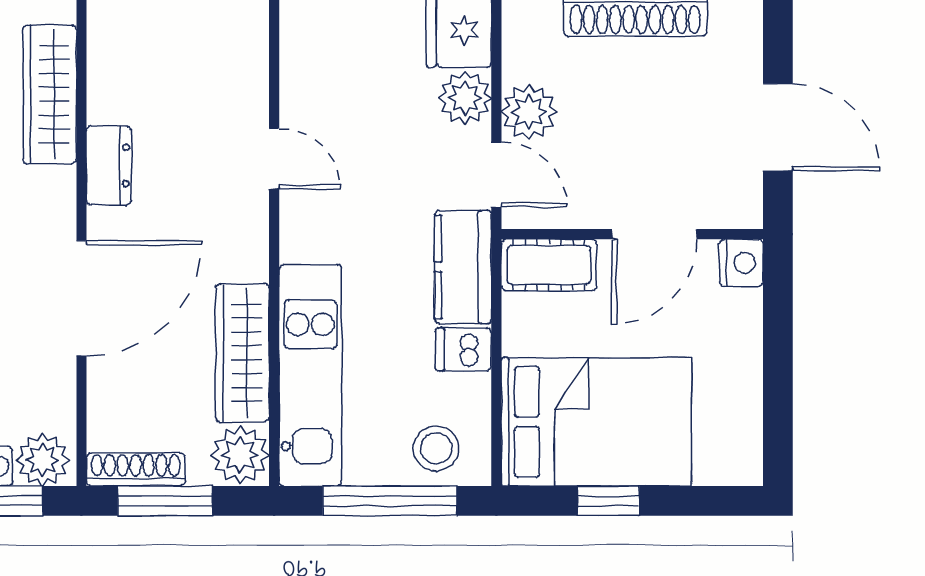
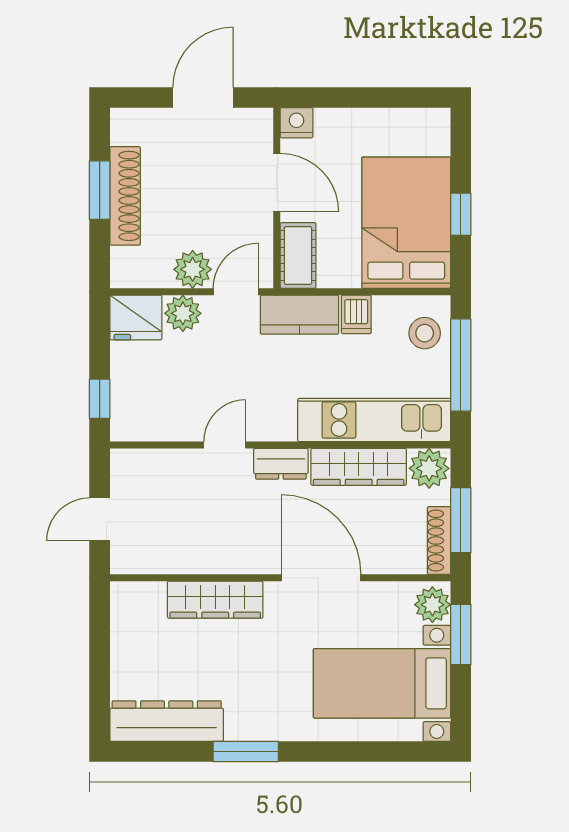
wardrobe: (50, 94) -> (215, 600), moved
dresser: (109, 165) -> (281, 464), moved, turned 180

